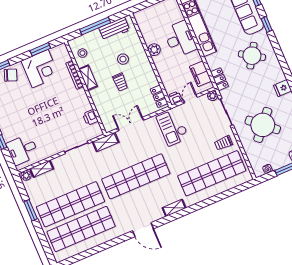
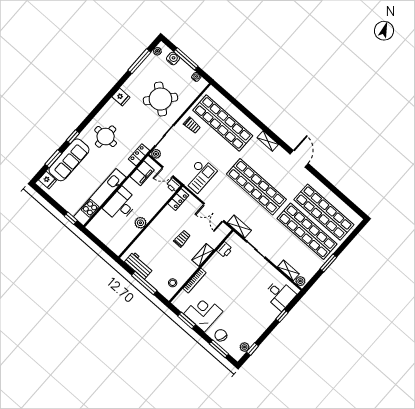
round table: (252, 56) -> (106, 137), turned -31
stool: (123, 59) -> (161, 246), removed
shelving: (88, 78) -> (203, 255), moved

